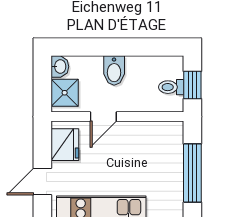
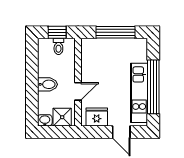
door: (103, 117) -> (78, 91), hinge flipped

